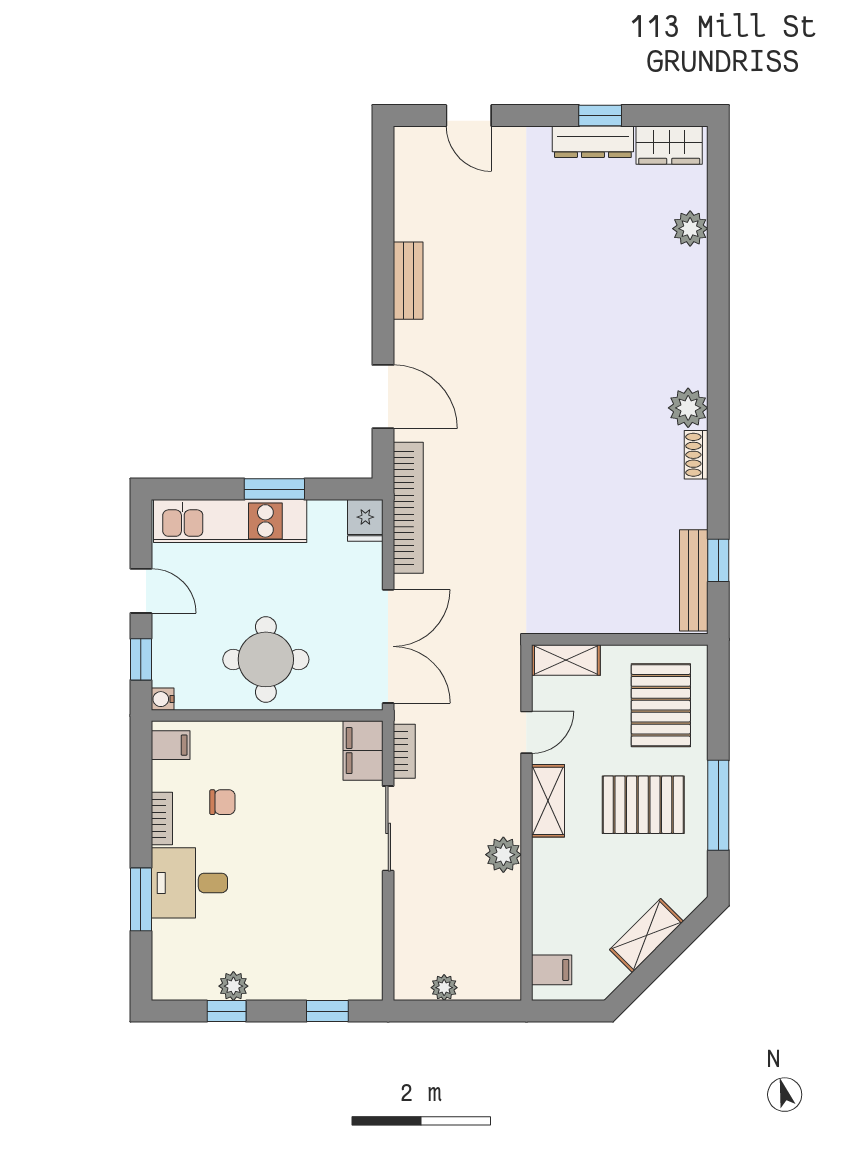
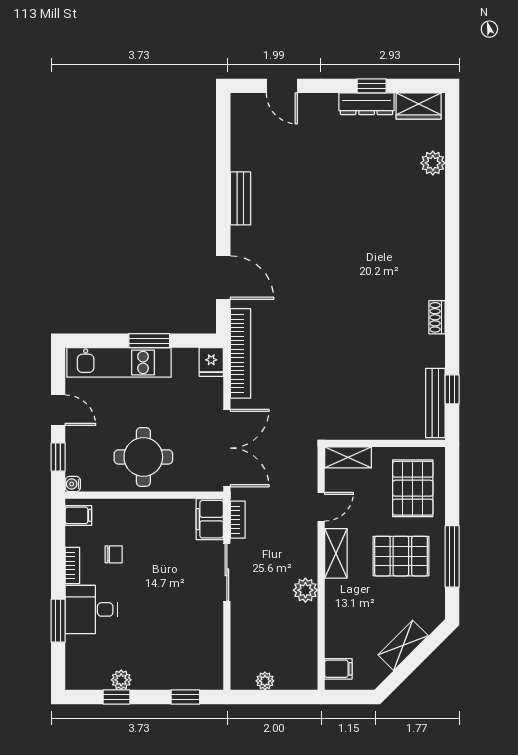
plant: (688, 408) -> (431, 285), removed

